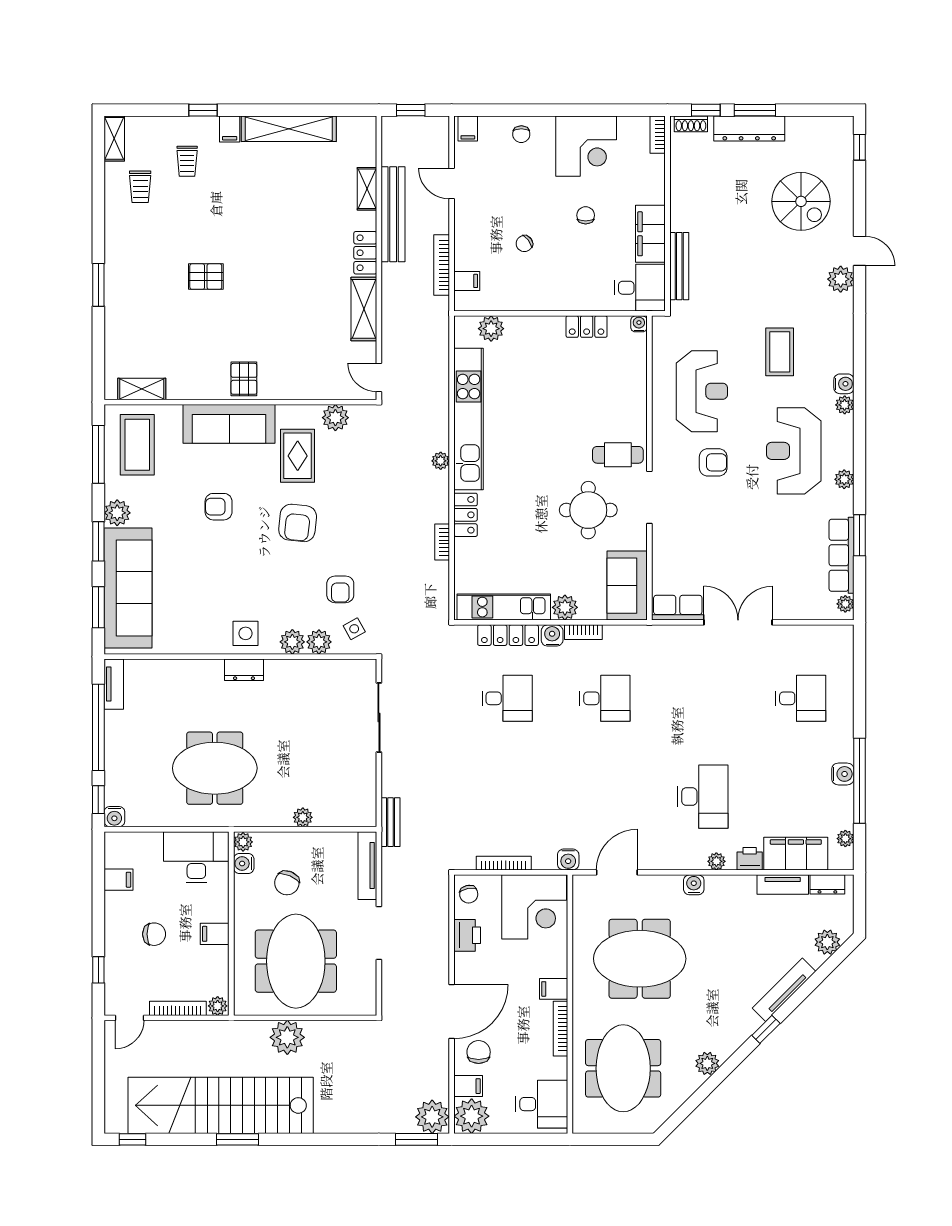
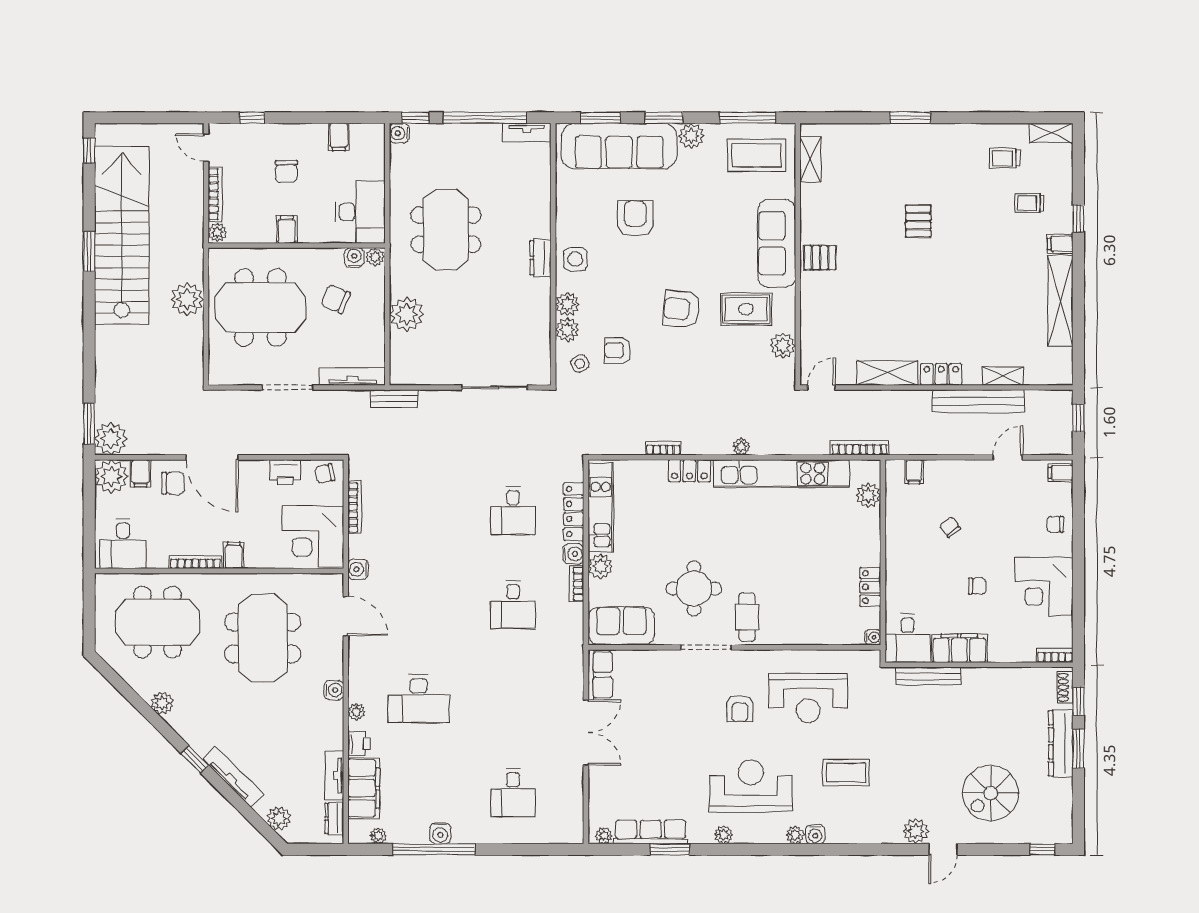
bookcase: (442, 265) -> (860, 448), moved
armchair: (219, 507) -> (635, 219), moved, width x1.38, depth x1.38
plant: (303, 817) -> (407, 314), width x1.88, depth x1.88

